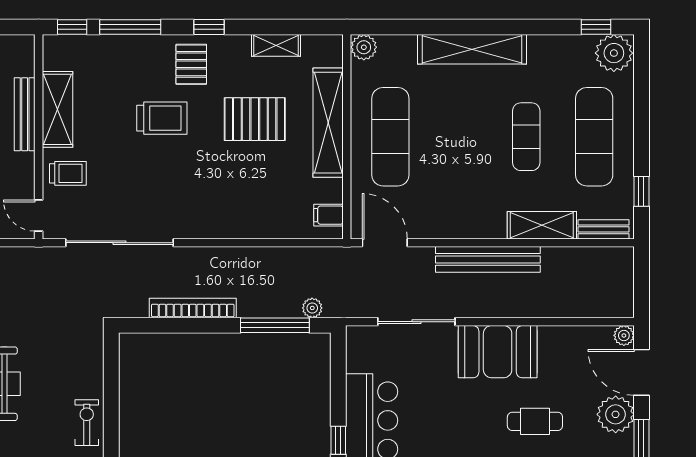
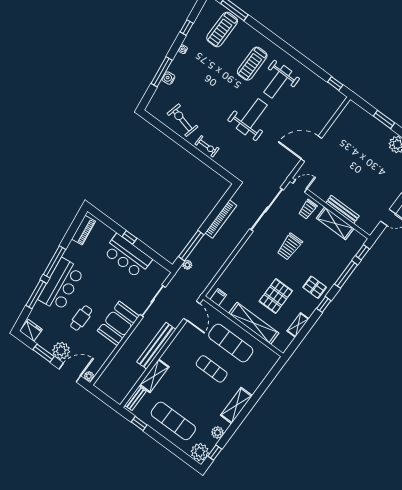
plant: (364, 47) -> (218, 433), moved
shelving: (472, 49) -> (236, 405), width x0.68
trolley: (162, 118) -> (290, 247), moved
exercise mat: (526, 137) -> (212, 369), moved
door: (385, 243) -> (192, 311), hinge flipped

